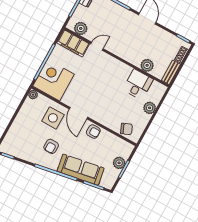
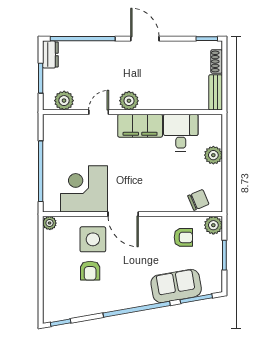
filing cabinet: (73, 43) -> (140, 126), moved
plant: (147, 65) -> (129, 101), moved
corner desk: (54, 80) -> (84, 189), moved
armchair: (93, 132) -> (183, 237), moved
armchair: (51, 146) -> (90, 271), moved
plant: (119, 163) -> (213, 225), moved
sofa: (81, 170) -> (176, 286), width x0.73

